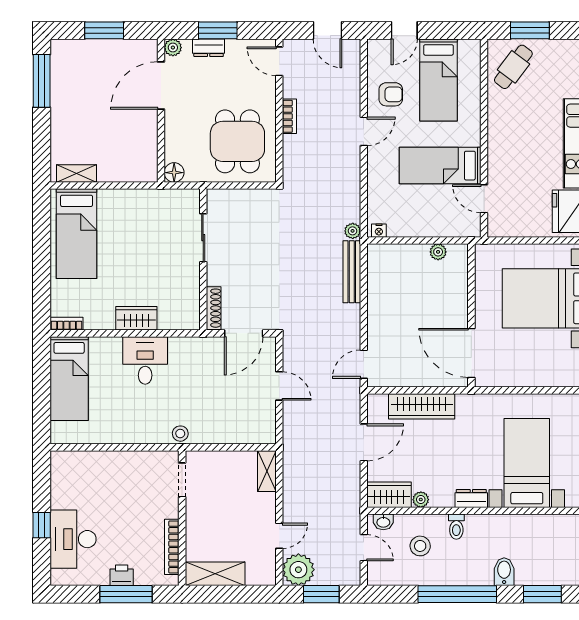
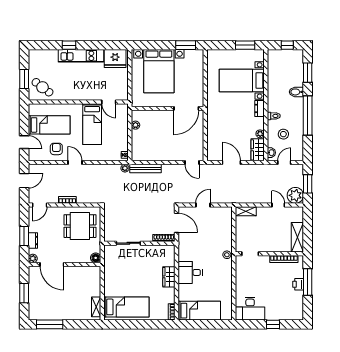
door: (484, 199) -> (109, 102), hinge flipped
wardrobe: (422, 406) -> (213, 133), removed
desk: (73, 539) -> (250, 309), moved

